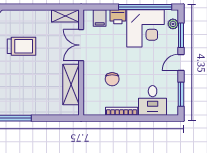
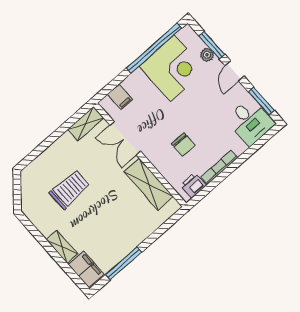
printer: (118, 17) -> (193, 185), moved, turned 180
plant: (173, 24) -> (207, 55), moved
desk: (153, 100) -> (250, 122), moved

